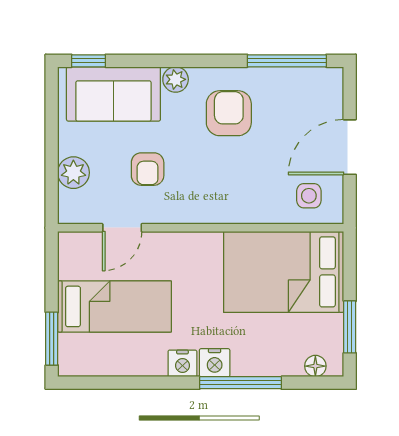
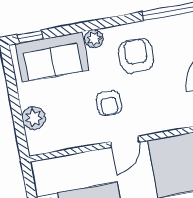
armchair: (148, 169) -> (109, 103), moved
door: (122, 228) -> (125, 142), moved

